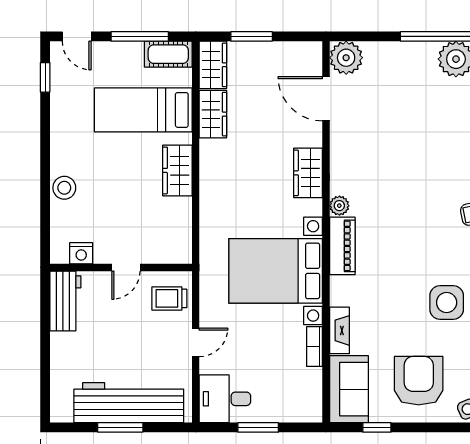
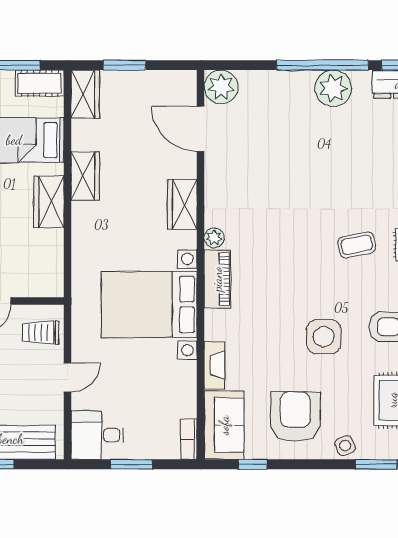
wardrobe: (213, 114) -> (85, 176), moved
bookcase: (314, 347) -> (189, 439), moved

